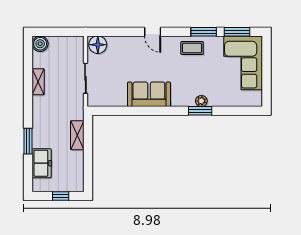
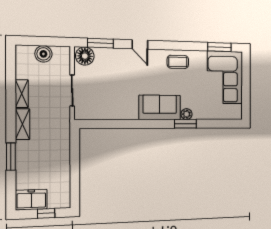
window: (204, 32) -> (100, 43), moved
boiler: (40, 44) -> (43, 54), moved
sofa: (149, 94) -> (160, 107), moved
shelving: (77, 135) -> (23, 124), moved
freezer: (42, 163) -> (31, 200), moved, turned -90

